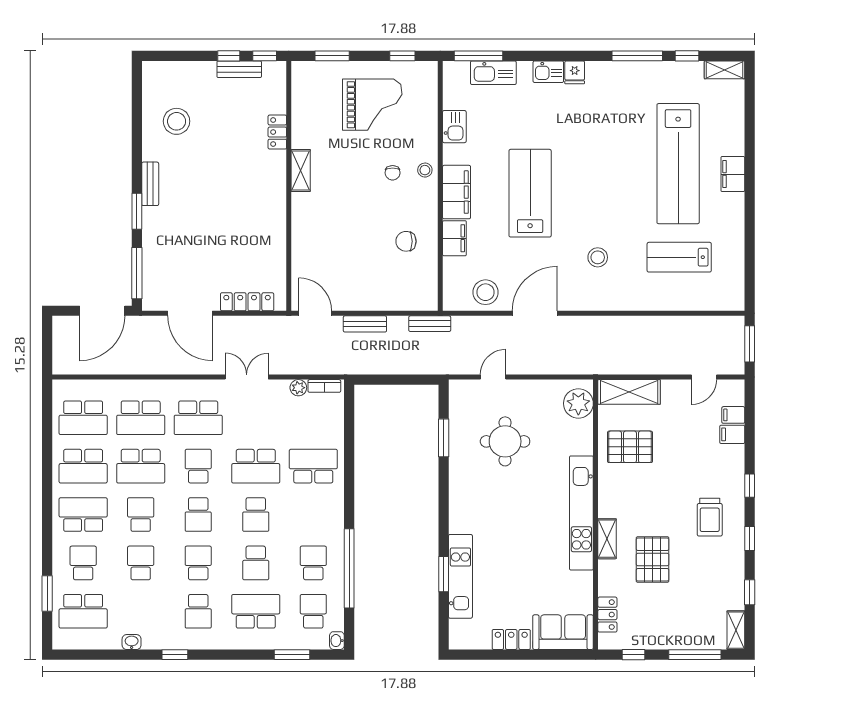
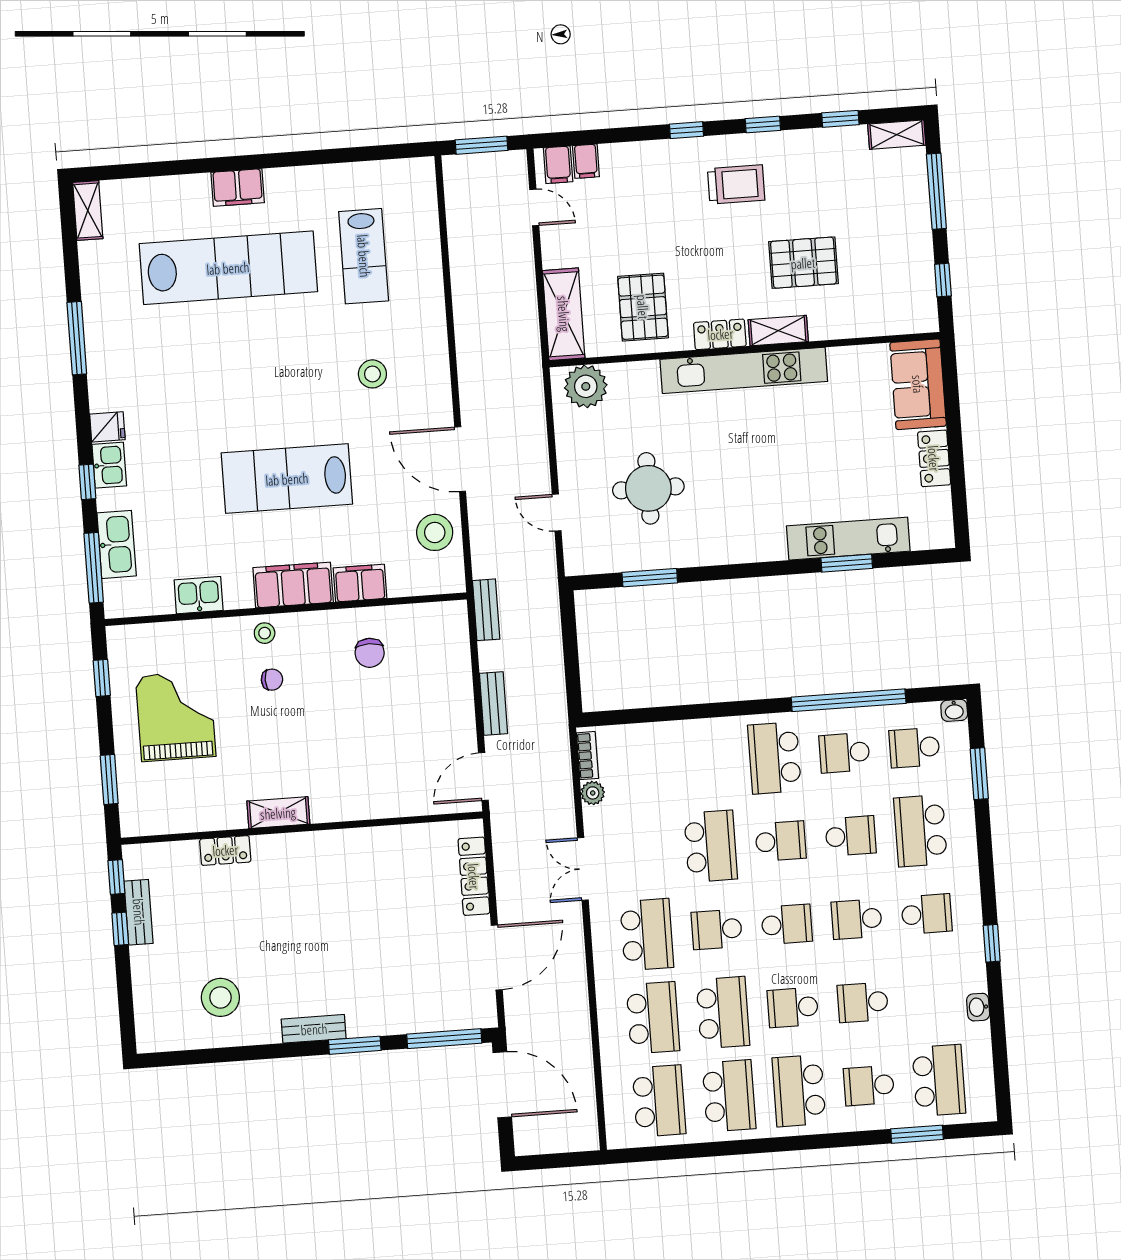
window: (687, 56) -> (87, 482), moved
filing cabinet: (732, 434) -> (558, 165), moved
school desk: (313, 466) -> (774, 758), moved
locker: (607, 615) -> (720, 334), moved

